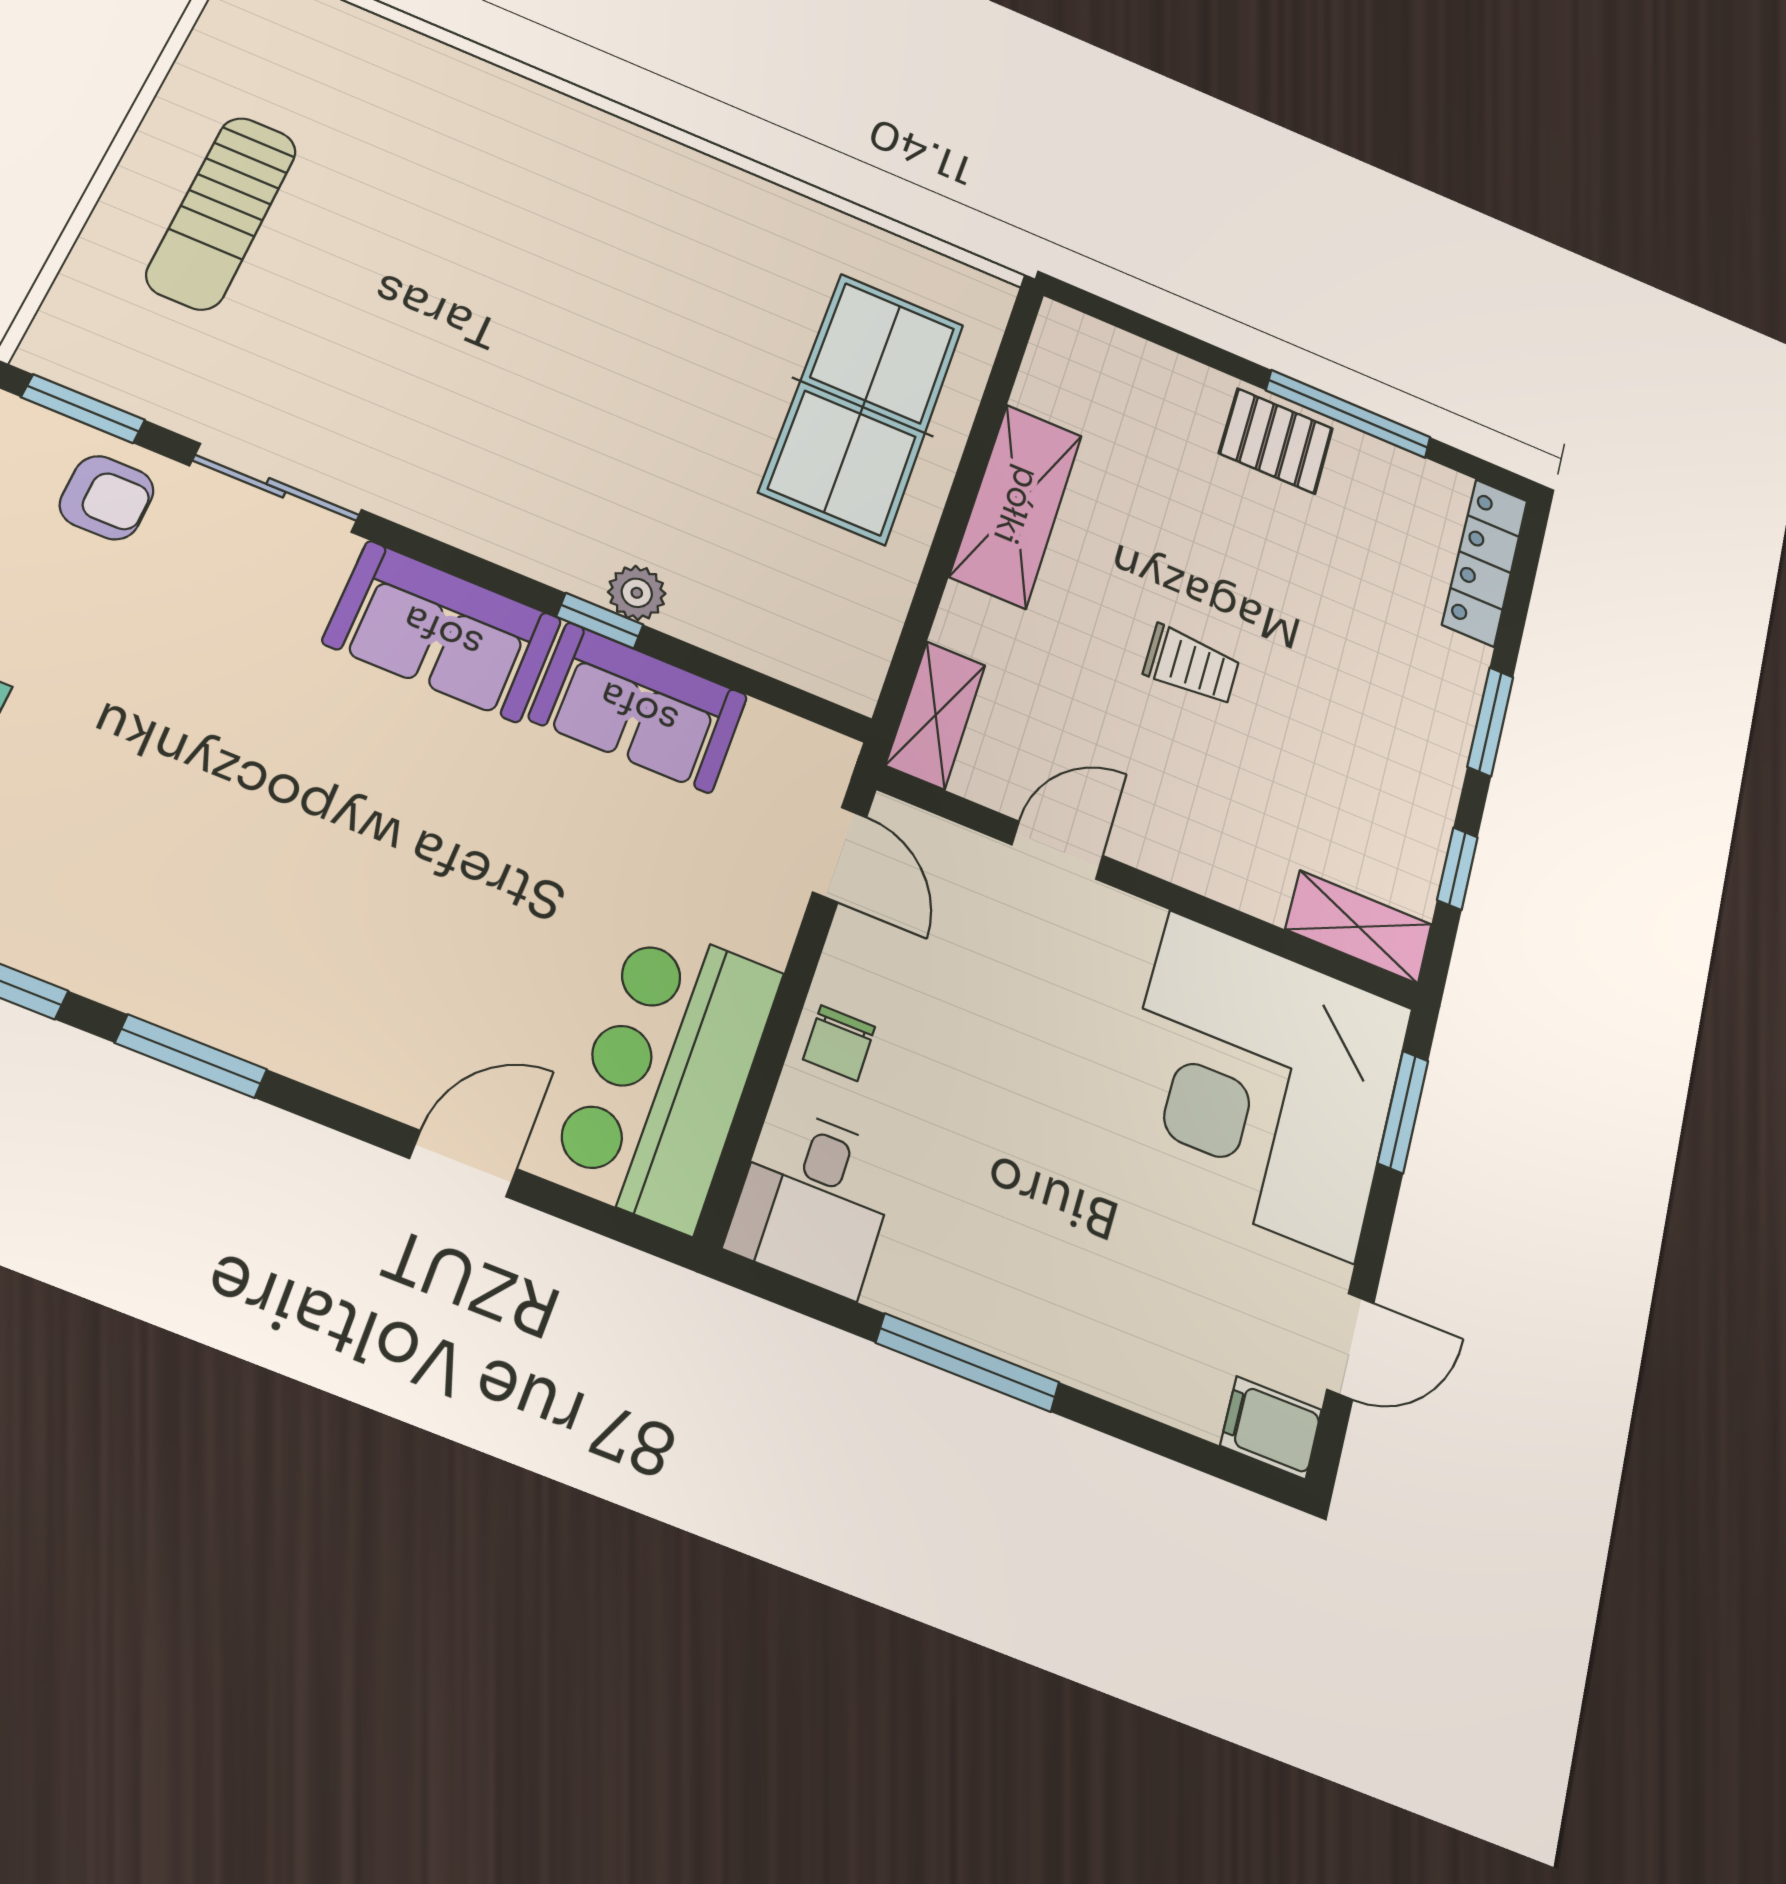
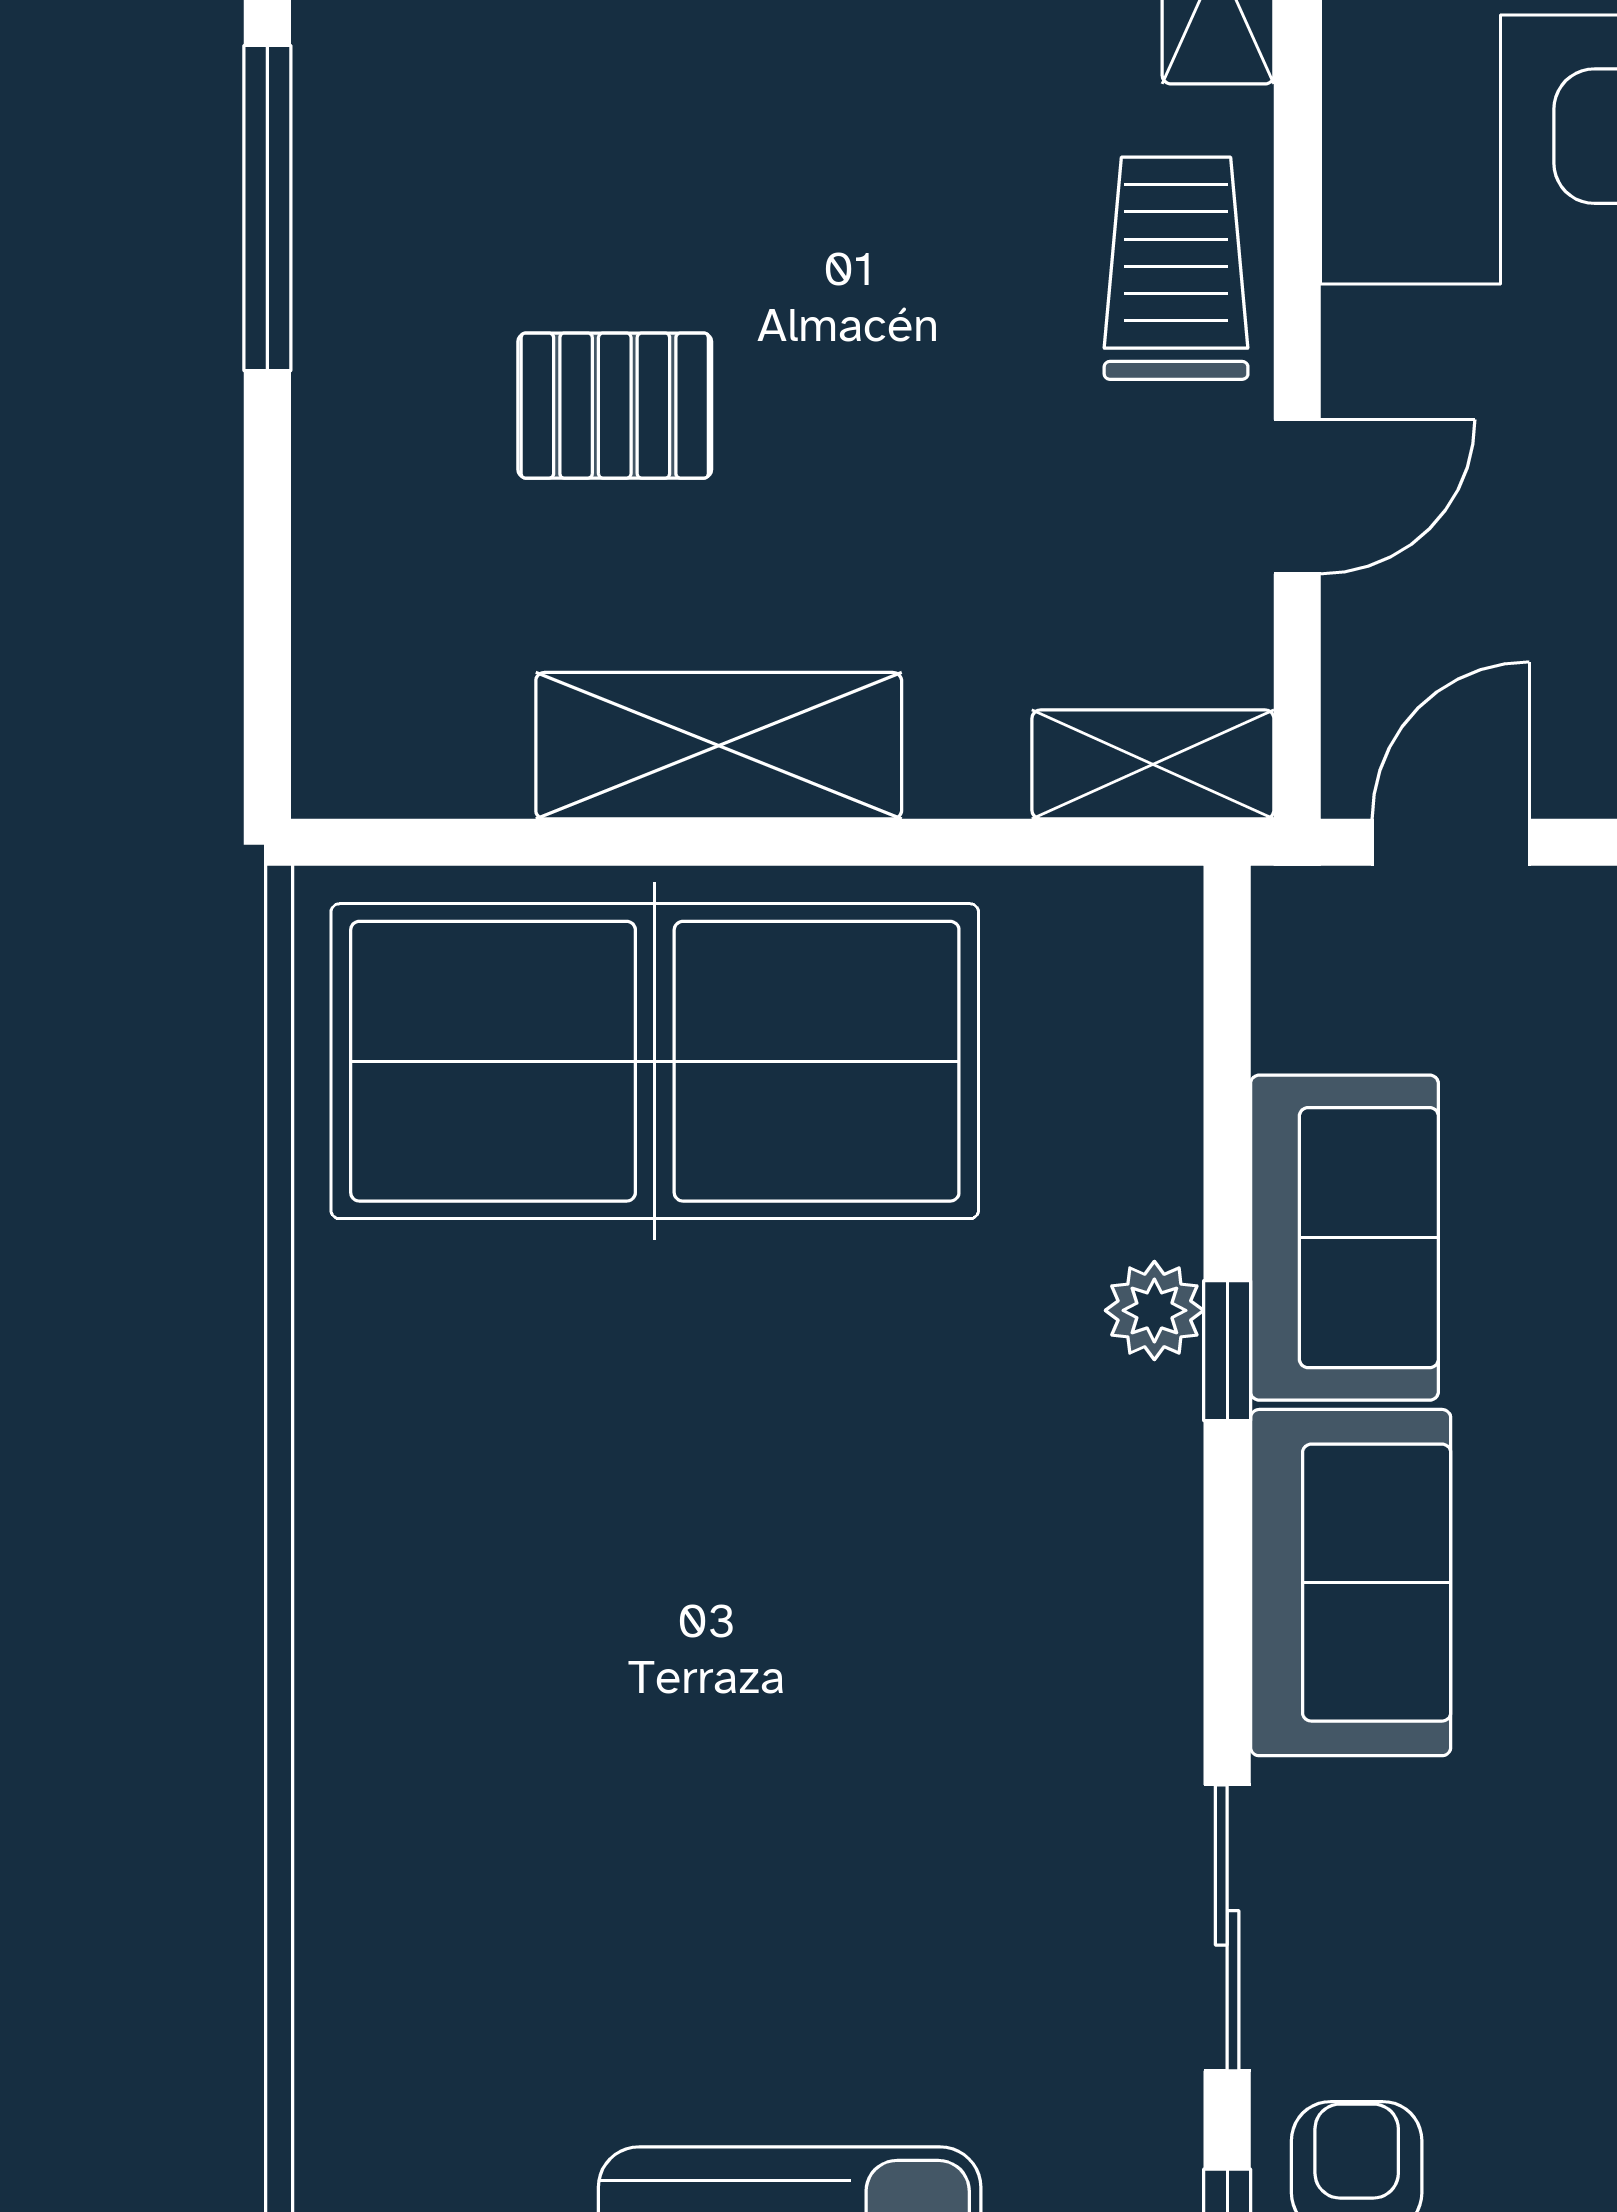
table tennis table: (863, 407) -> (655, 1061), width x1.36, depth x1.32
pallet: (1276, 441) -> (615, 406), moved, turned 90
trolley: (1191, 665) -> (1176, 268), moved, width x1.36, depth x1.39
door: (1057, 850) -> (1297, 497), swing flipped

